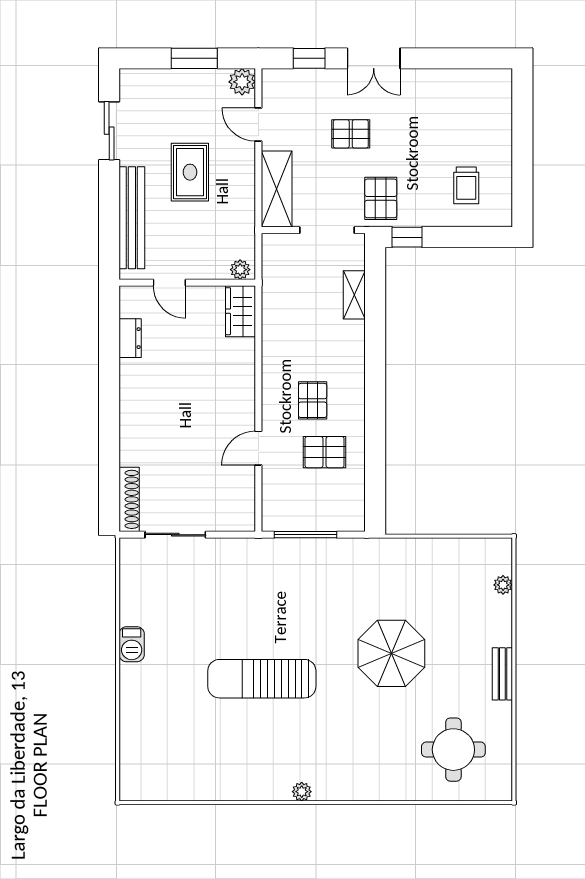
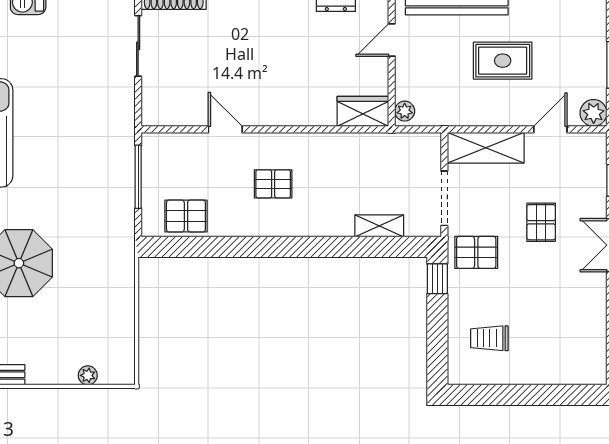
pallet: (324, 452) -> (186, 216), moved, turned 90

